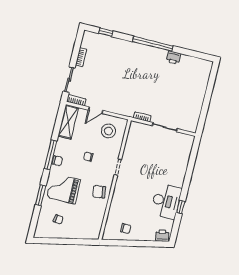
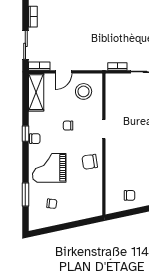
window: (51, 155) -> (25, 134), width x0.46
window: (41, 195) -> (25, 195), moved

